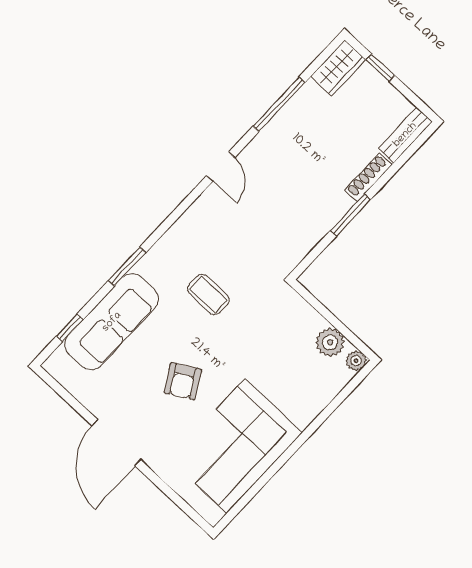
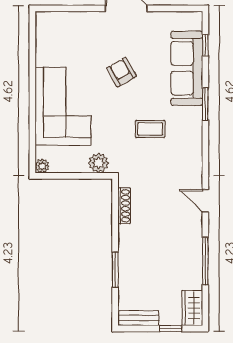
bench: (405, 135) -> (139, 318), moved, turned 90
shoe rack: (368, 177) -> (124, 206), moved
window: (350, 215) -> (115, 270), moved
plant: (330, 342) -> (98, 163), moved
corner sofa: (236, 446) -> (63, 106), moved

